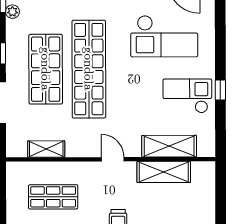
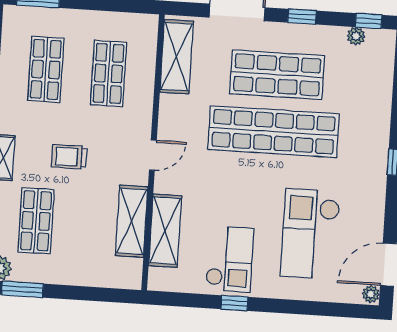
shelving: (46, 149) -> (176, 57), width x1.50, depth x1.33

